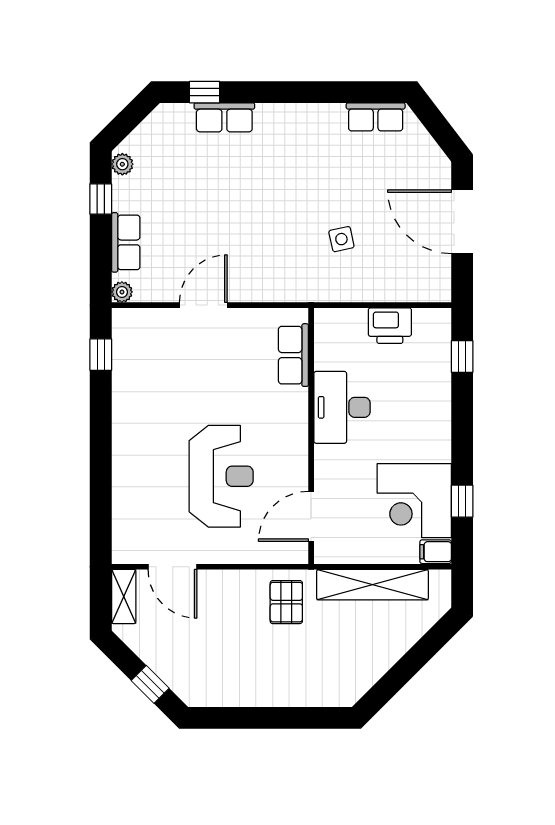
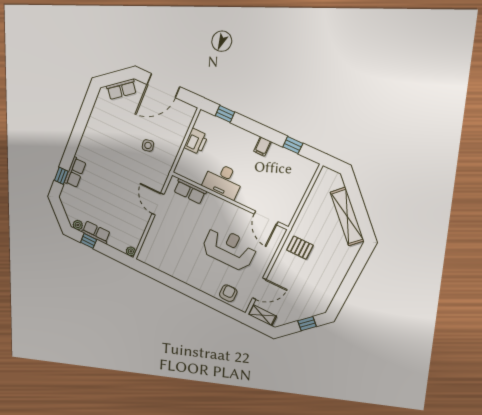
row of seats: (376, 117) -> (121, 89), moved, turned 53
row of seats: (126, 242) -> (96, 232), moved
door: (203, 305) -> (158, 204), moved
window: (101, 355) -> (153, 273), removed
corner desk: (414, 501) -> (282, 168), removed
armchair: (134, 514) -> (228, 293), added
filing cabinet: (436, 552) -> (262, 146), moved
shelving: (372, 585) -> (347, 217), moved, turned -45

